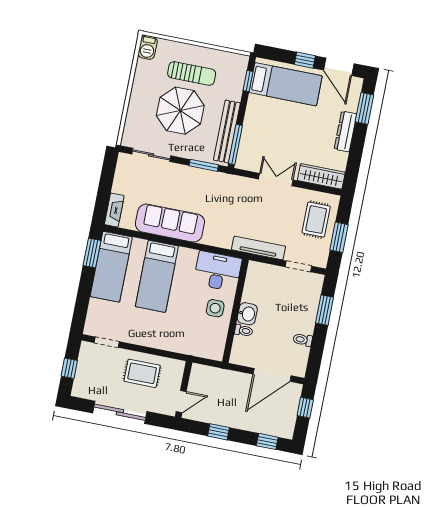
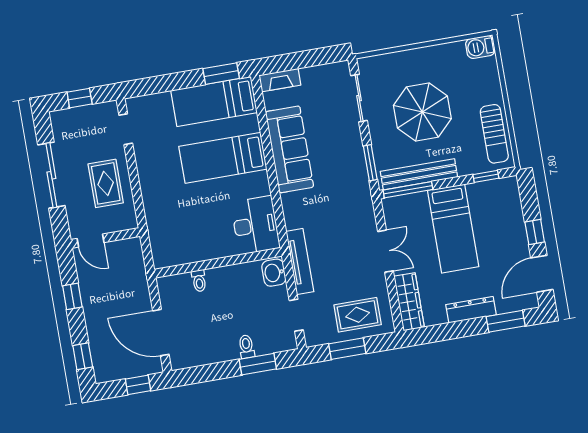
sun lounger: (192, 74) -> (494, 134), moved
bed: (286, 84) -> (453, 229), moved
side table: (215, 308) -> (212, 238), removed
washbasin: (247, 314) -> (274, 273), moved, turned 90
toilet: (303, 340) -> (246, 347), moved

